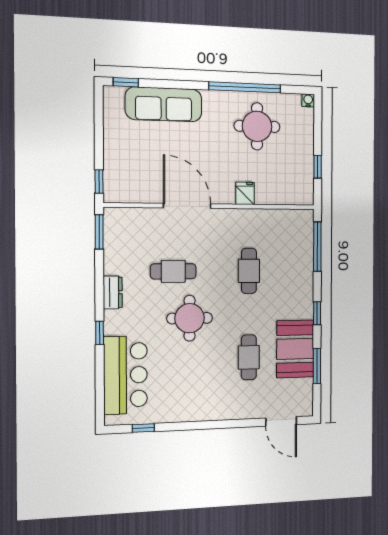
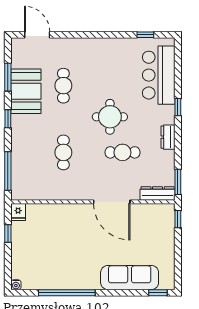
round table: (257, 126) -> (57, 263), removed
fridge: (245, 193) -> (18, 212), moved
dresser: (127, 216) -> (158, 194), added

